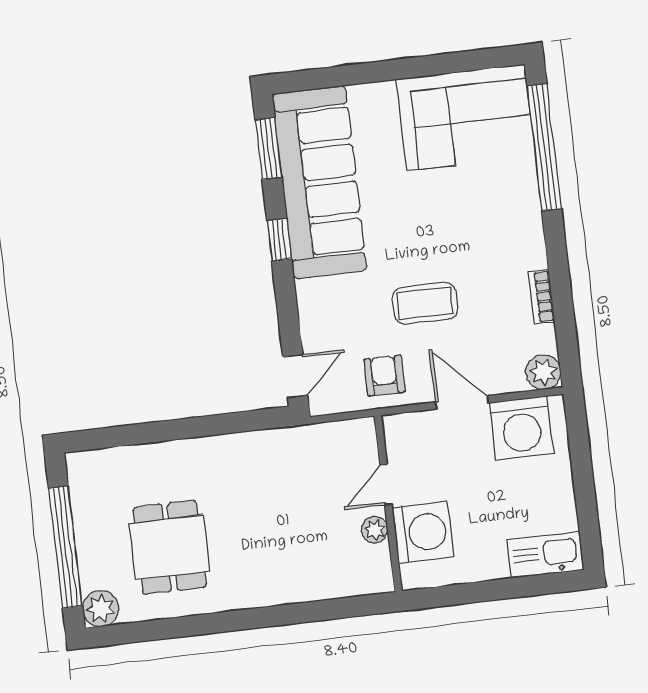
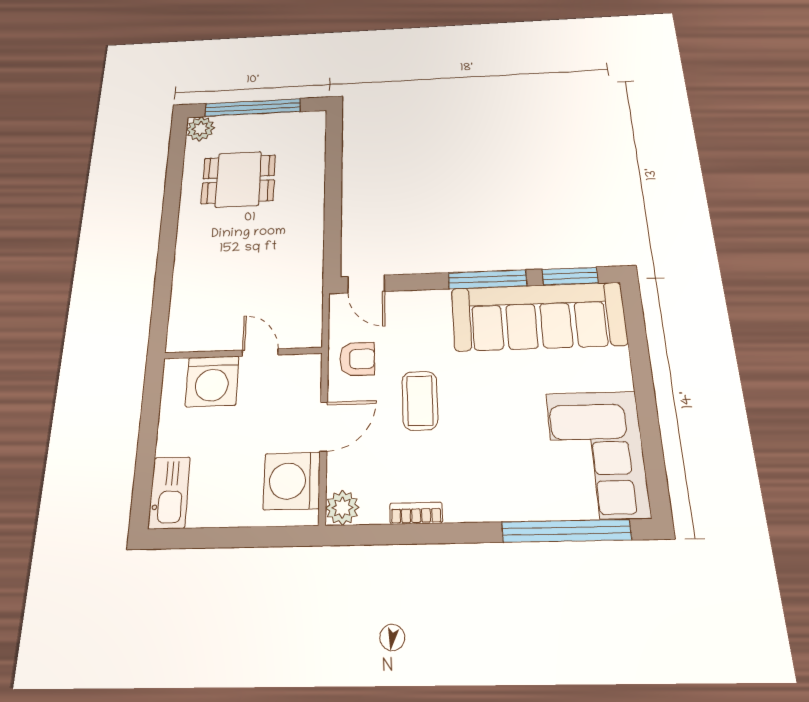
window: (279, 240) -> (488, 279), width x2.17
plant: (375, 530) -> (222, 340), removed

